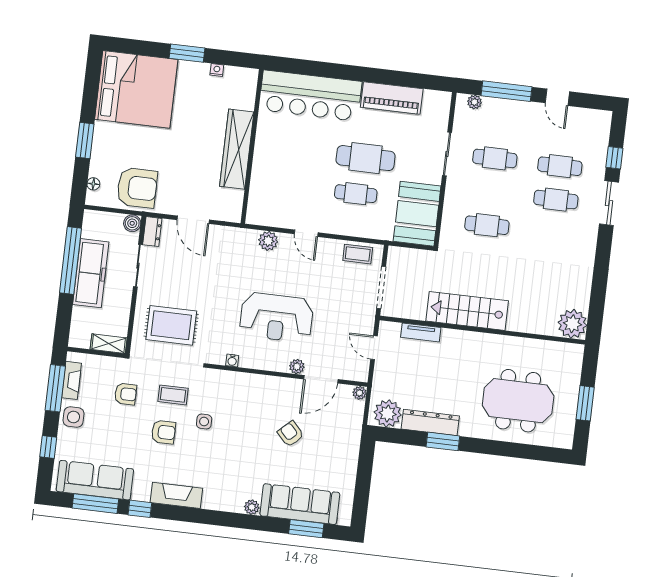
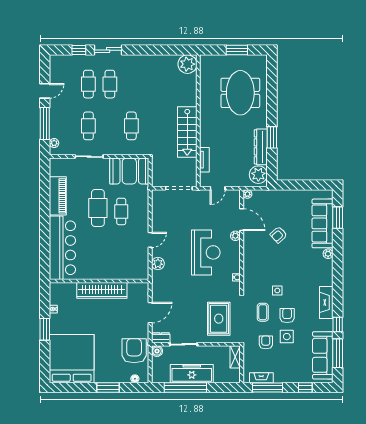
coffee table: (358, 254) -> (159, 206), removed
side table: (74, 417) -> (287, 337), moved

